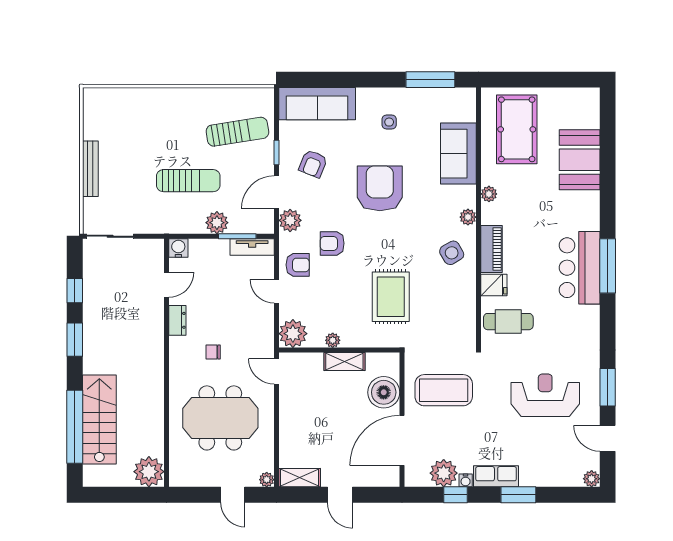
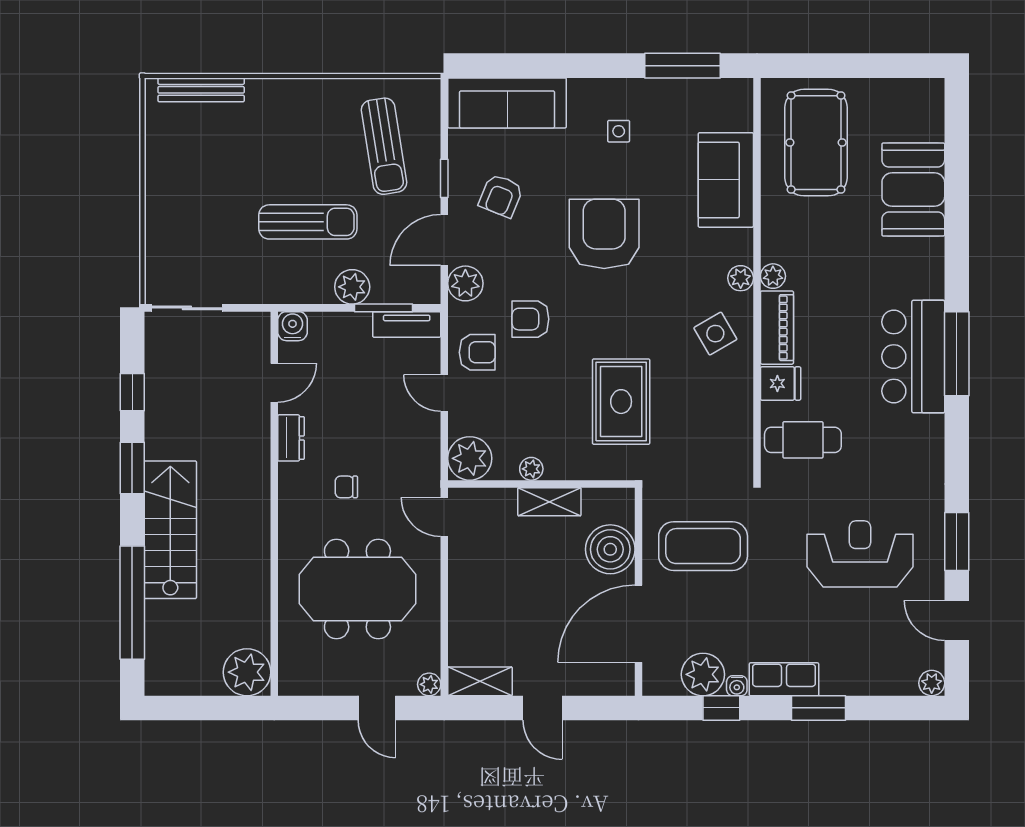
sun lounger: (237, 132) -> (384, 146), turned 90
bench: (90, 169) -> (201, 90), moved, turned 90
plant: (489, 194) -> (773, 276), moved
stairs: (99, 420) -> (170, 530), moved

